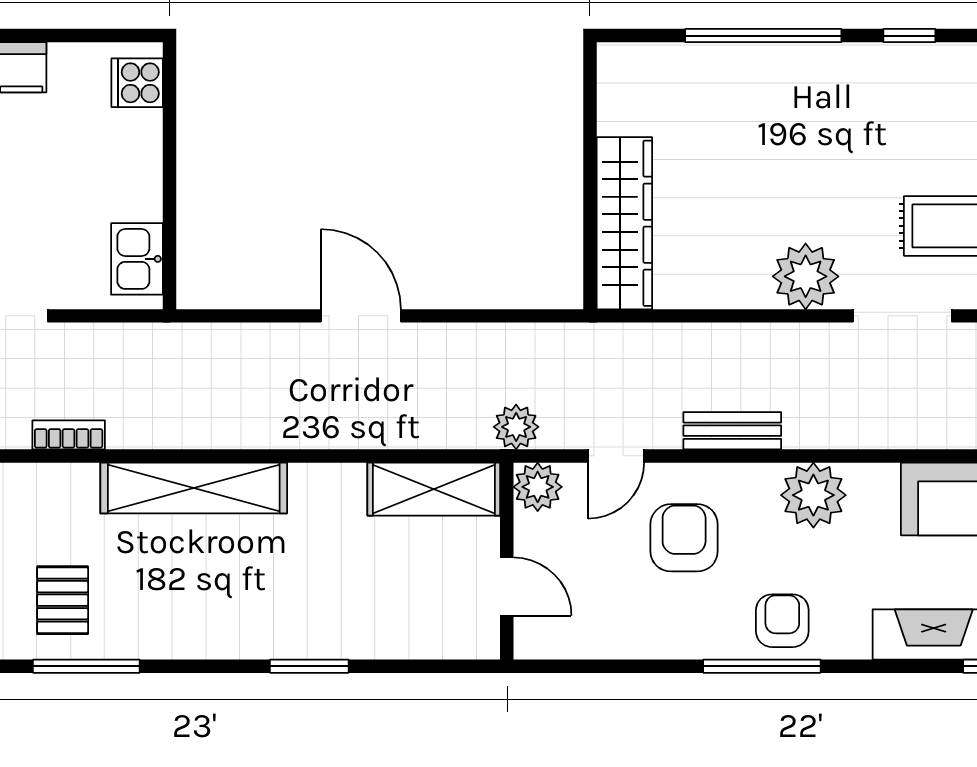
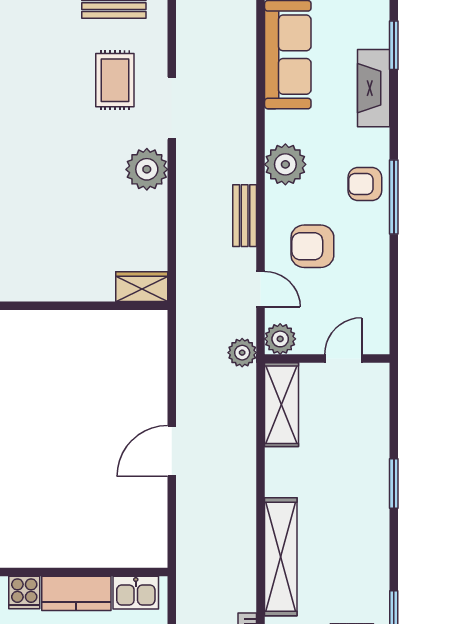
kitchen counter: (136, 165) -> (76, 593), added
wardrobe: (624, 223) -> (142, 287), width x0.48, depth x0.85

